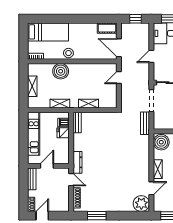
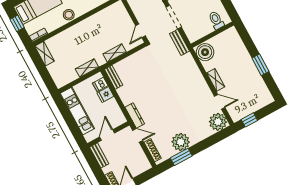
window: (23, 38) -> (17, 23), added
boiler: (61, 71) -> (71, 36), removed
door: (119, 78) -> (140, 31), moved
shelving: (32, 86) -> (45, 54), moved
door: (151, 188) -> (220, 102), hinge flipped
plant: (103, 203) -> (181, 142), added

